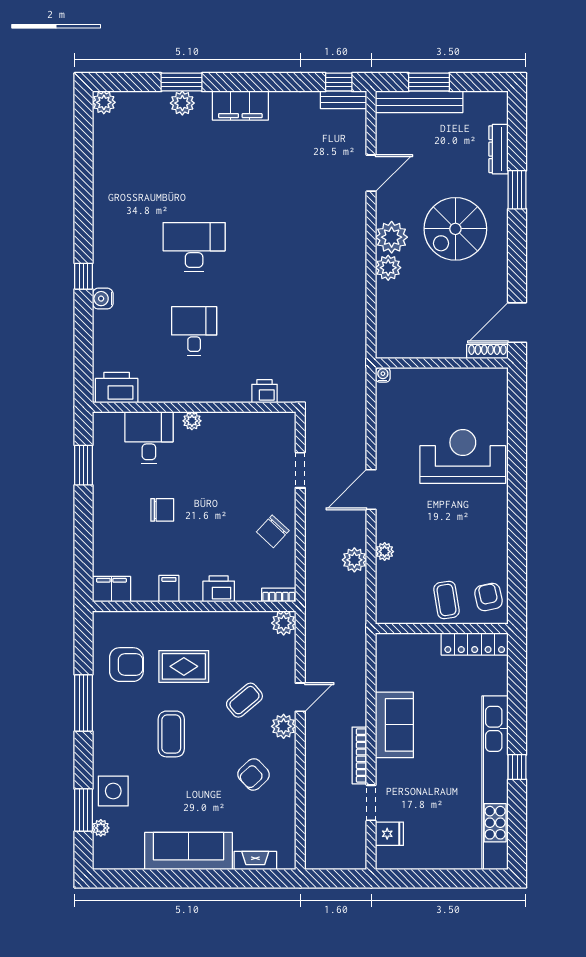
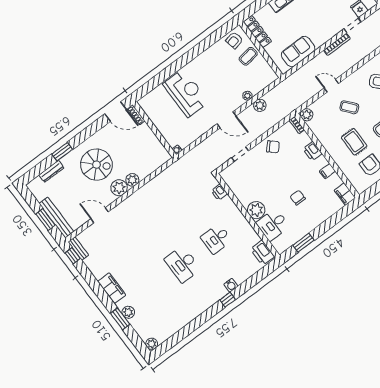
plant: (192, 421) -> (256, 210), width x1.88, depth x1.88
reception desk: (463, 456) -> (186, 93), turned 180
sofa: (394, 725) -> (298, 52), moved
plant: (284, 726) -> (348, 84), removed

